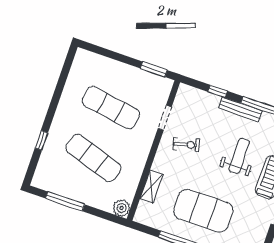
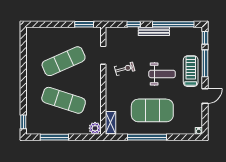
exercise mat: (111, 108) -> (64, 61), turned -33
window: (41, 140) -> (23, 122), moved
weight bench: (239, 156) -> (162, 74), moved, turned 90
shelving: (151, 187) -> (111, 122), moved

